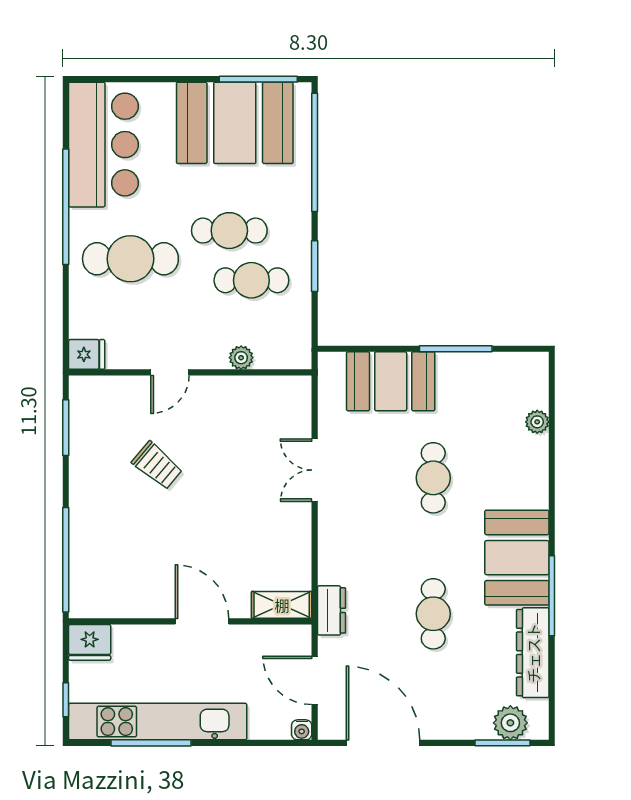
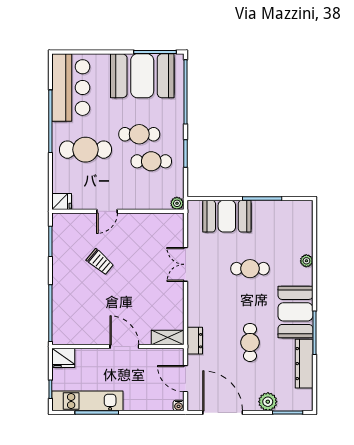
plant: (241, 358) -> (177, 203), moved
plant: (537, 422) -> (306, 261), moved
cafe table: (433, 478) -> (250, 269), turned 90
kitchen unit: (158, 722) -> (87, 401), width x0.73
plant: (510, 723) -> (268, 402), moved

